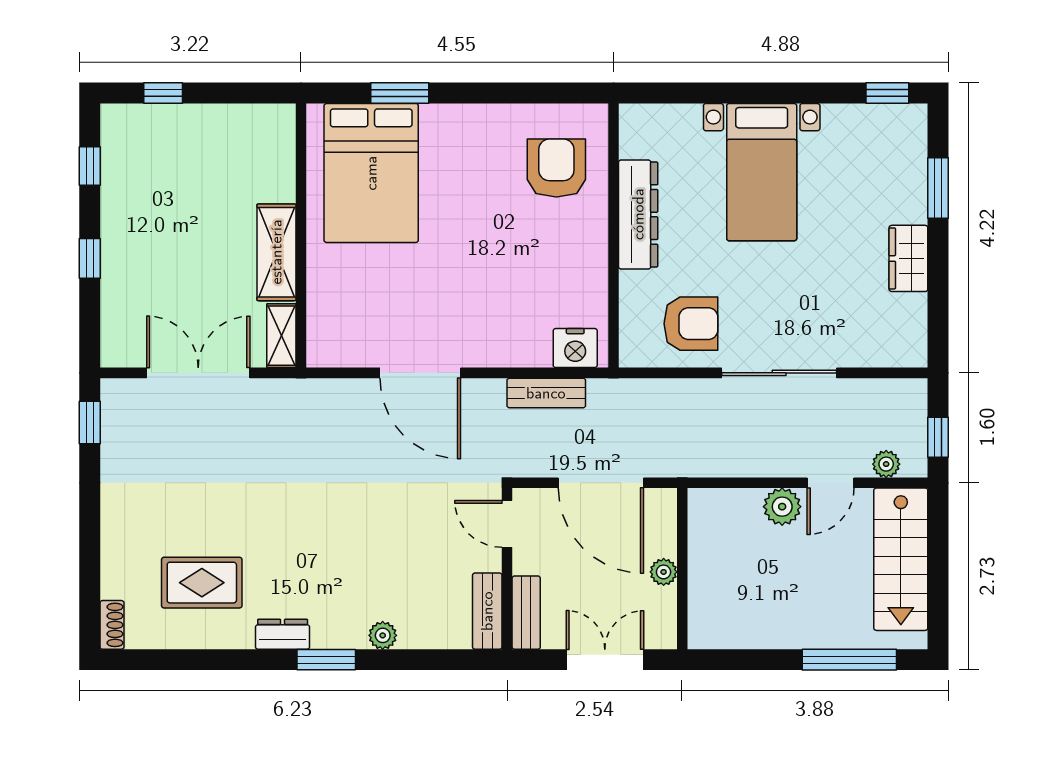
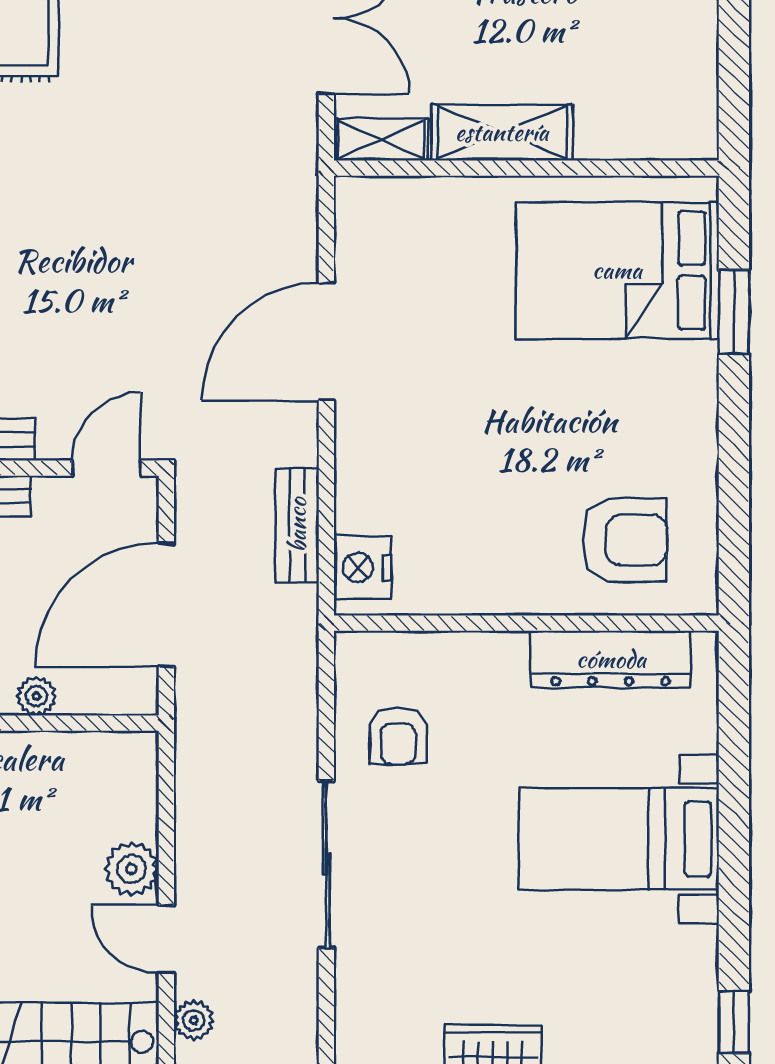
dresser: (638, 214) -> (611, 659), moved
armchair: (691, 324) -> (398, 736), width x0.72, depth x0.72

